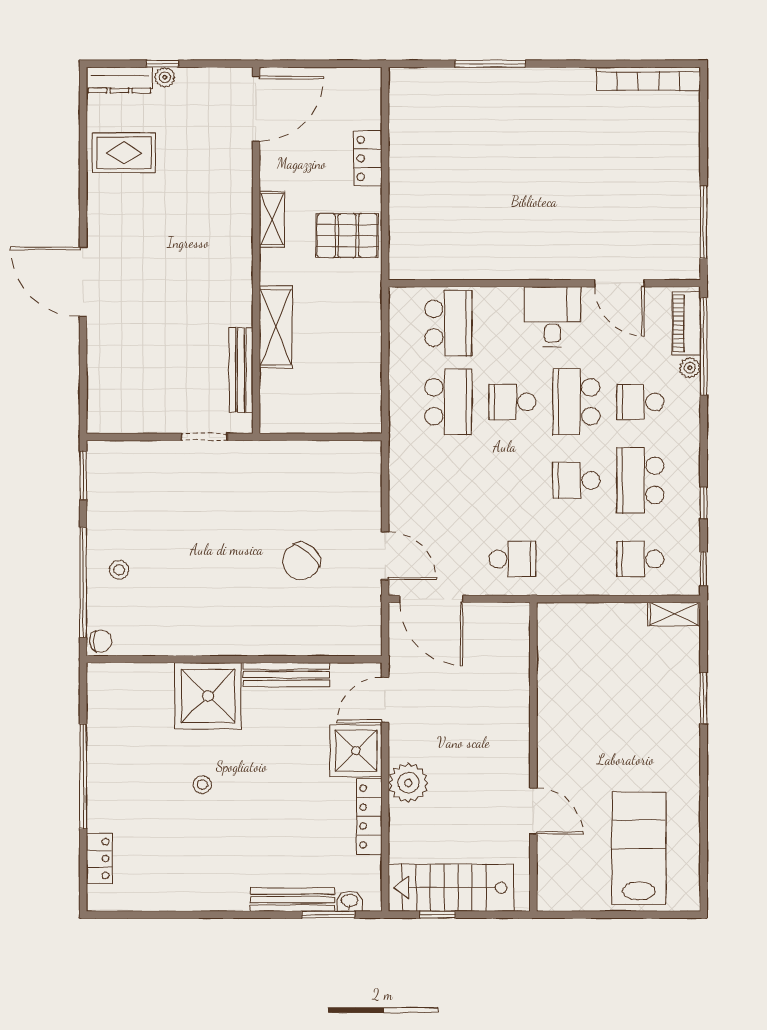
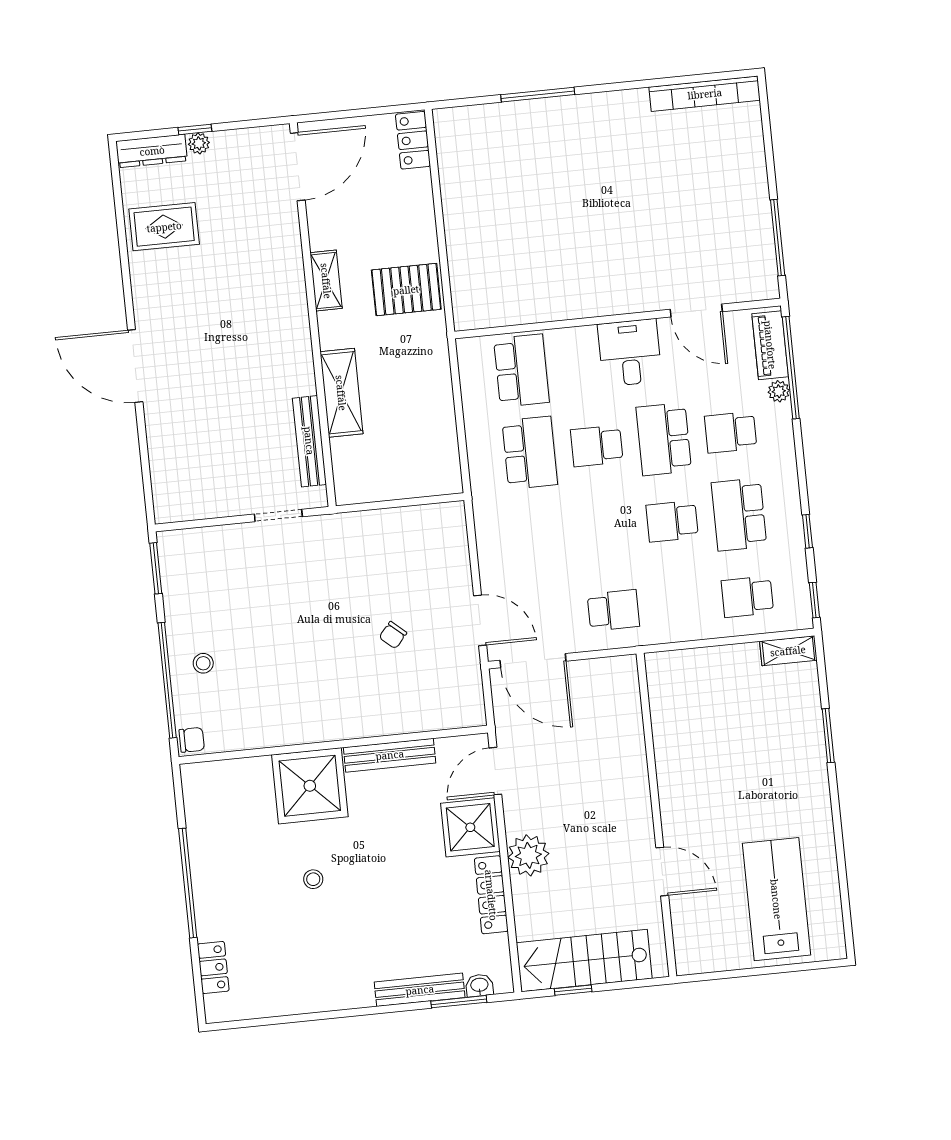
locker: (368, 158) -> (413, 140), moved
chair: (301, 561) -> (393, 635), width x0.54, depth x0.54

